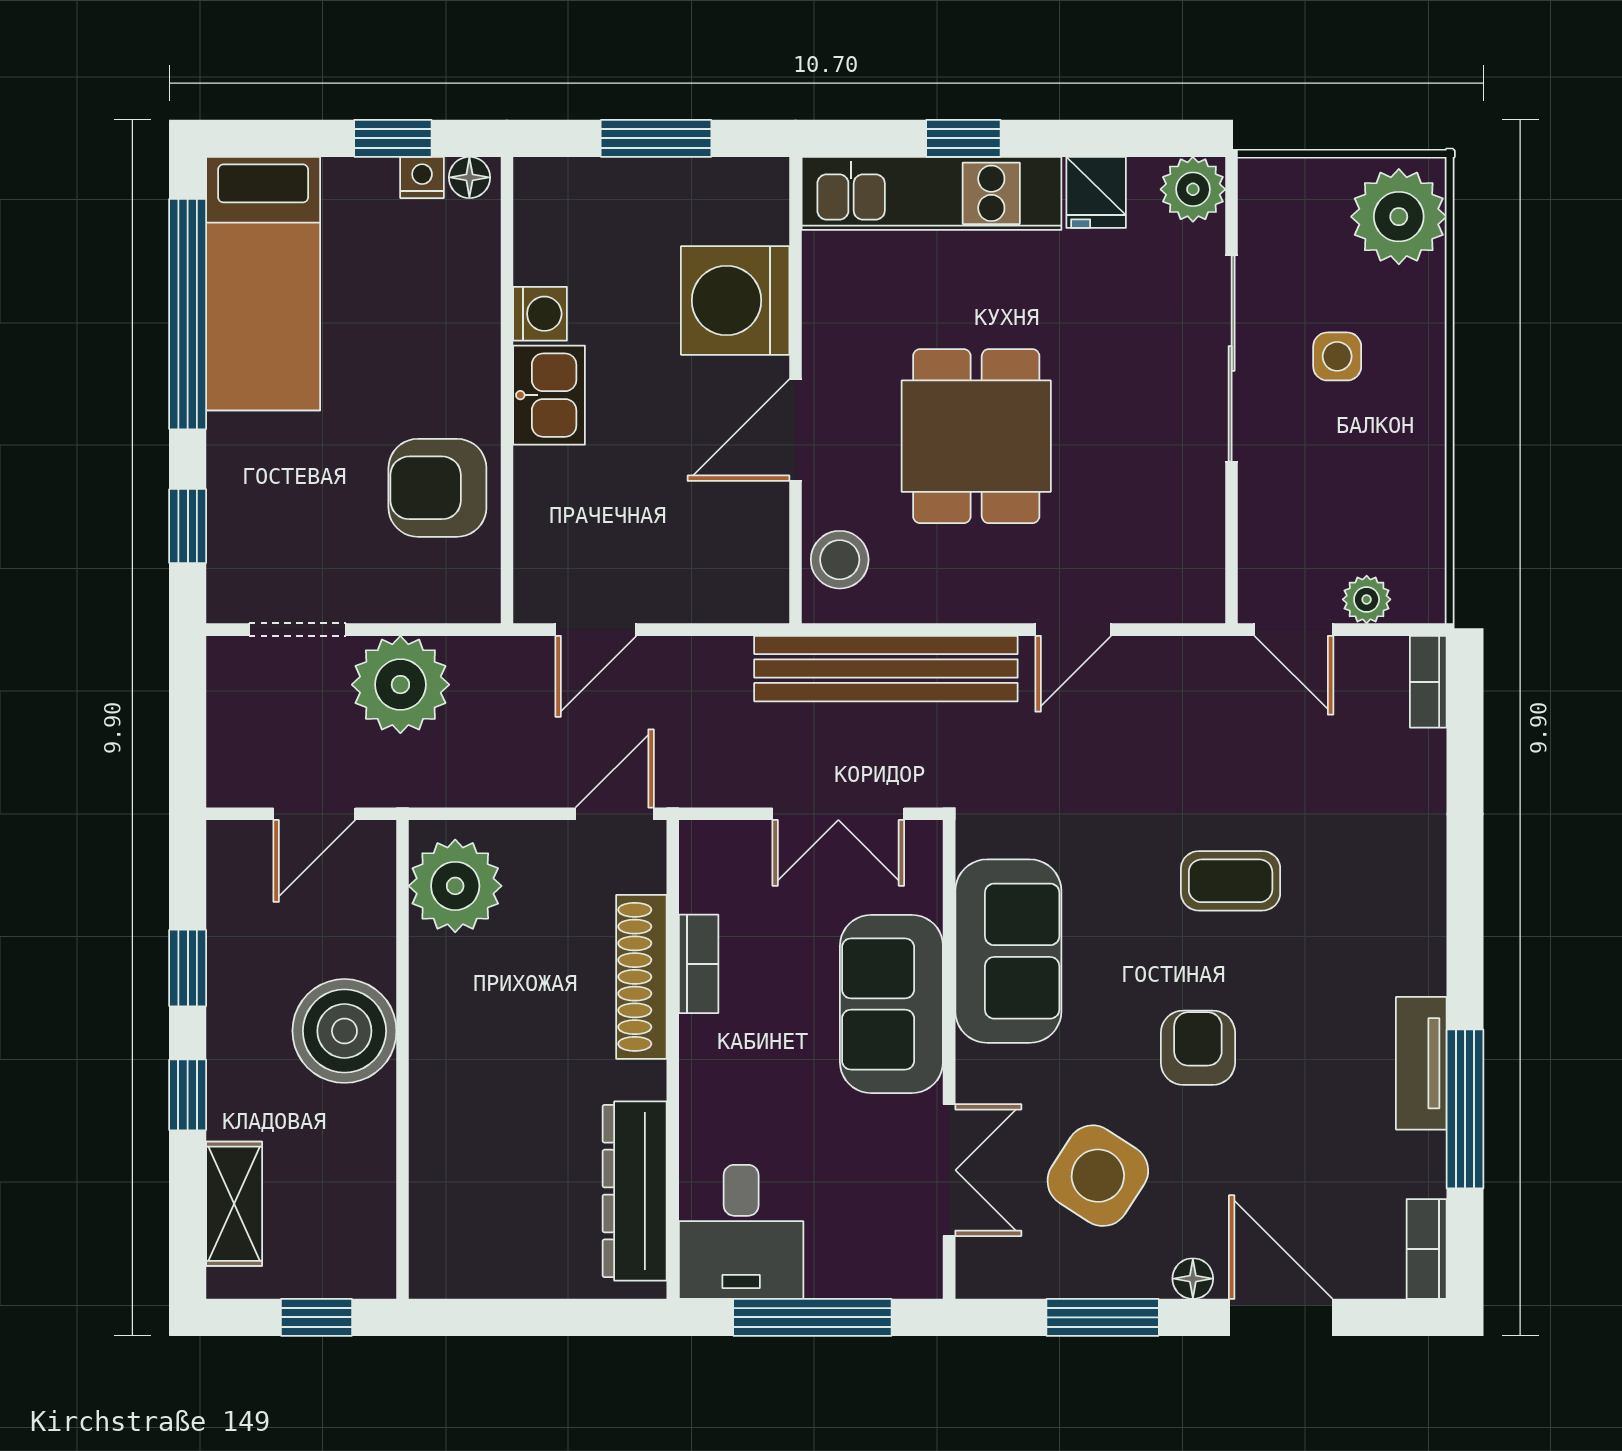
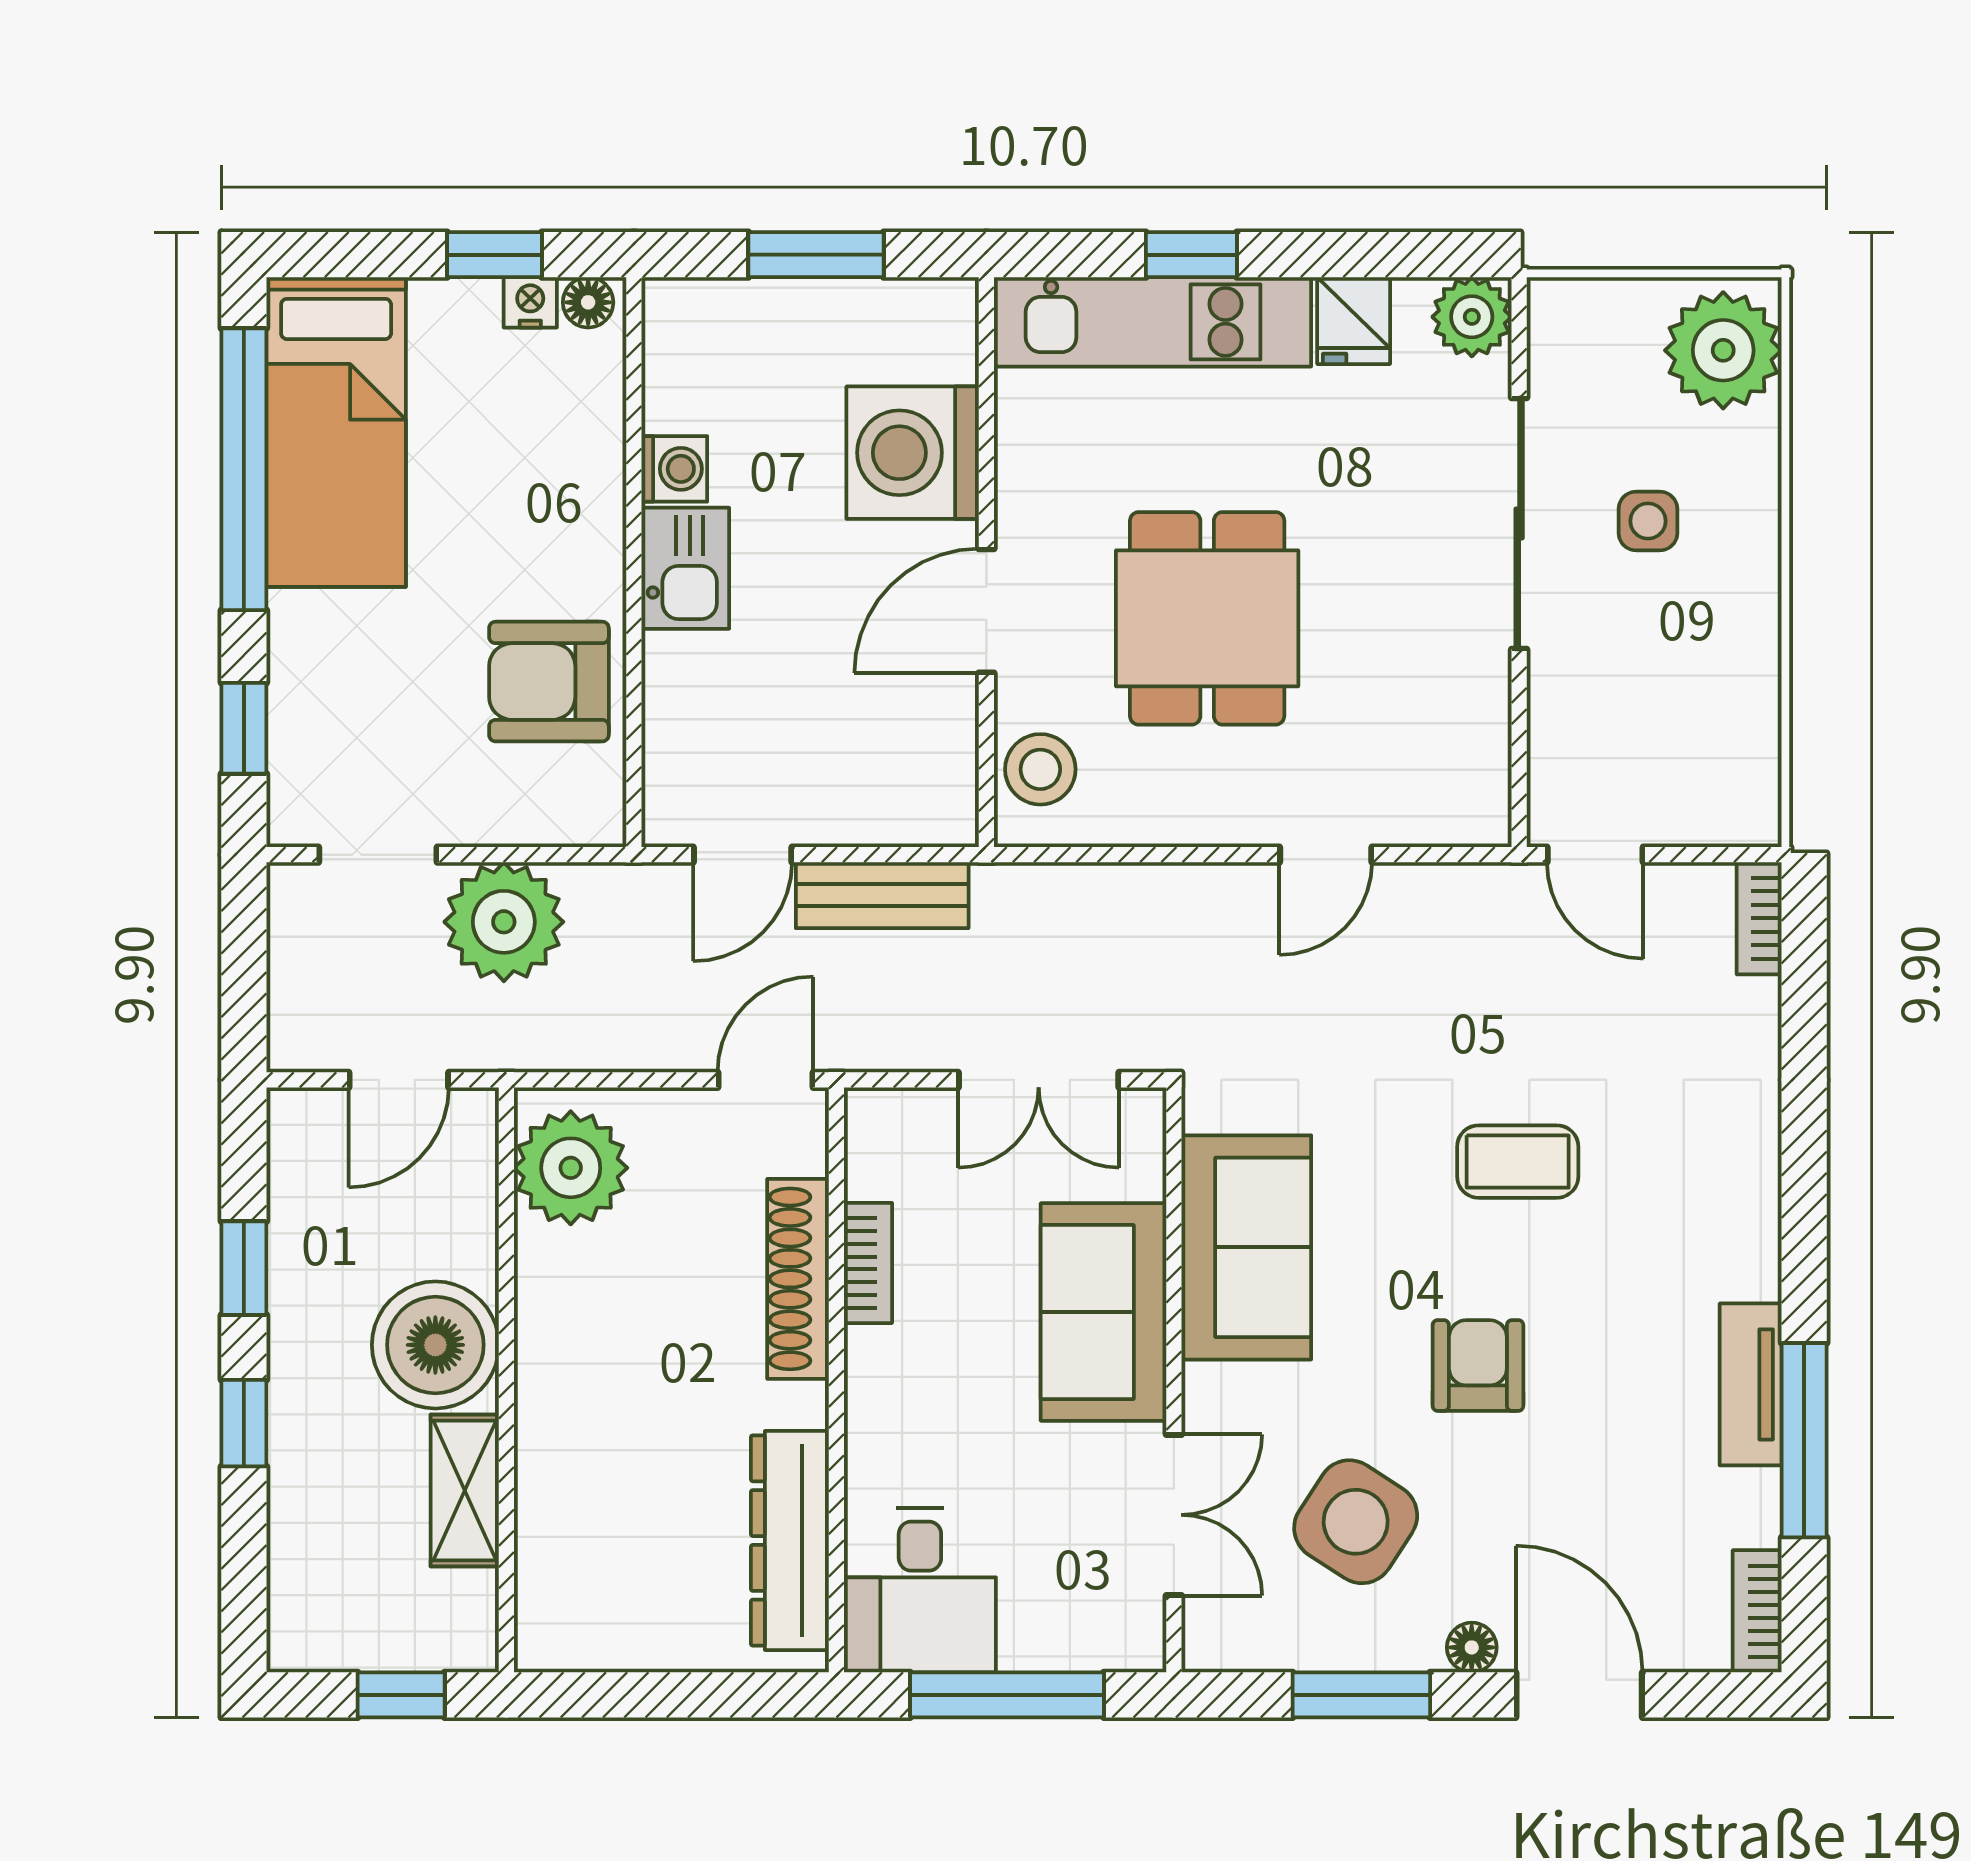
plant: (1367, 599) -> (1684, 818), removed
bench: (886, 669) -> (882, 895), moved, width x0.54, depth x0.82
shelving: (234, 1204) -> (465, 1491), moved

